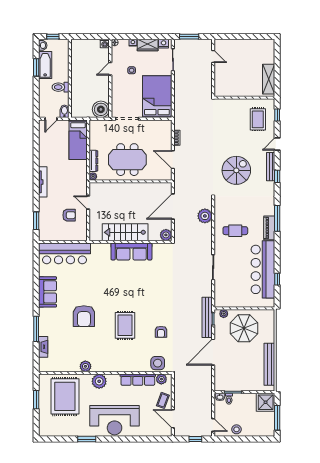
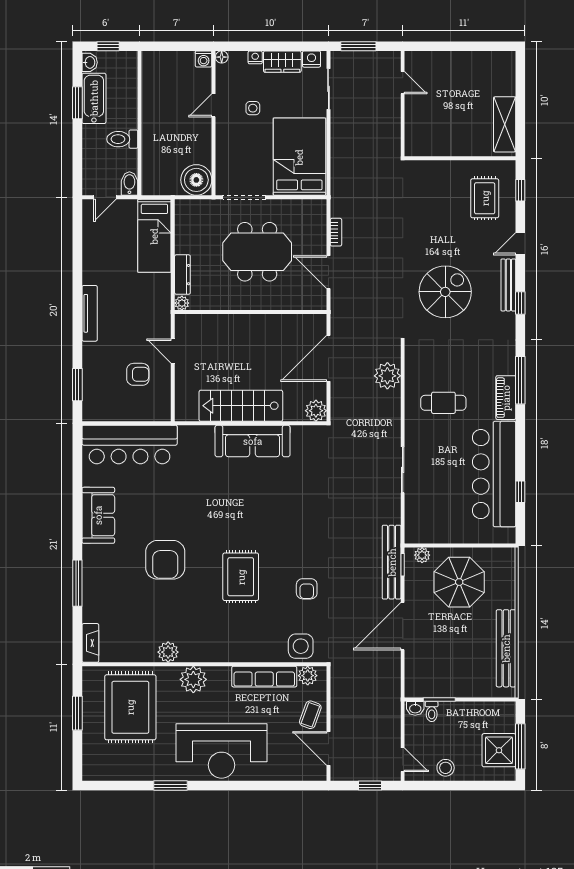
meeting table: (127, 160) -> (257, 252), moved
fireplace: (43, 347) -> (90, 643), moved
shower: (266, 402) -> (499, 750), moved

